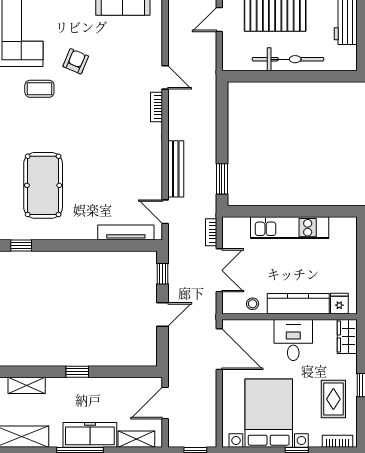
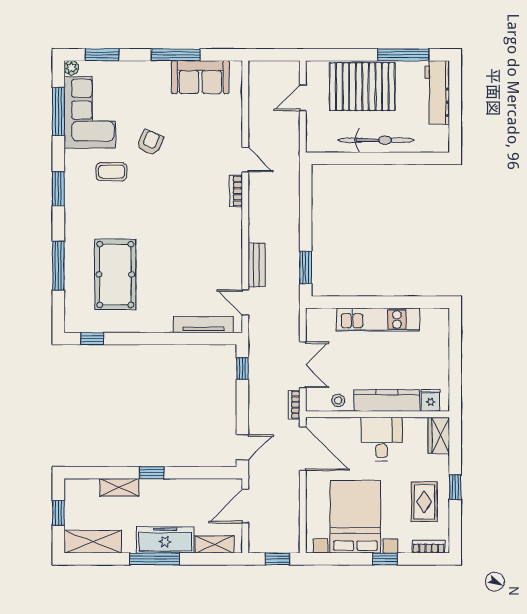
bench: (176, 169) -> (257, 265), width x0.73
bookcase: (211, 232) -> (294, 405), moved
door: (162, 314) -> (242, 447), moved
shelving: (27, 385) -> (119, 487), moved

